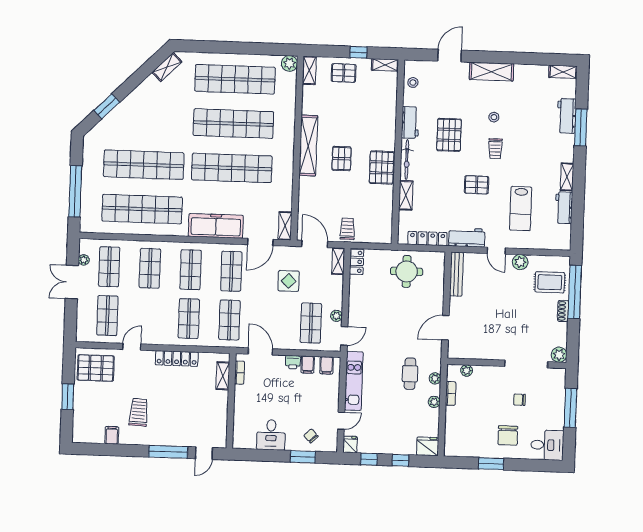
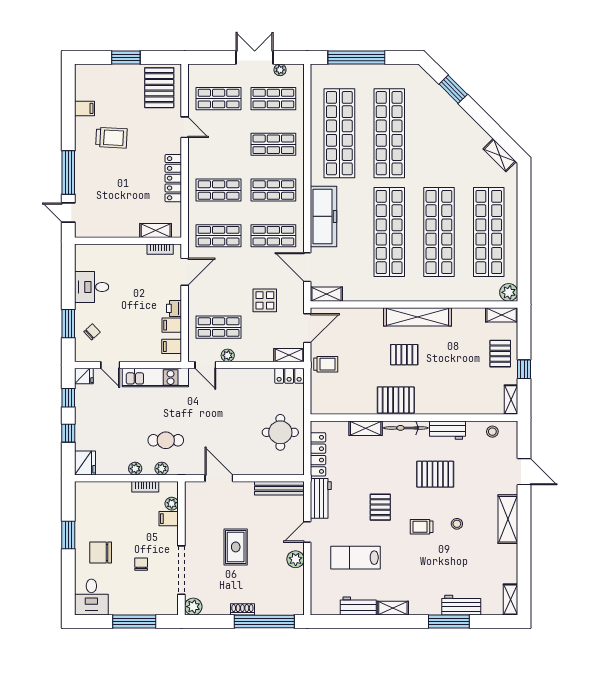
rug: (550, 282) -> (236, 547), moved
filing cabinet: (480, 374) -> (169, 519), added

